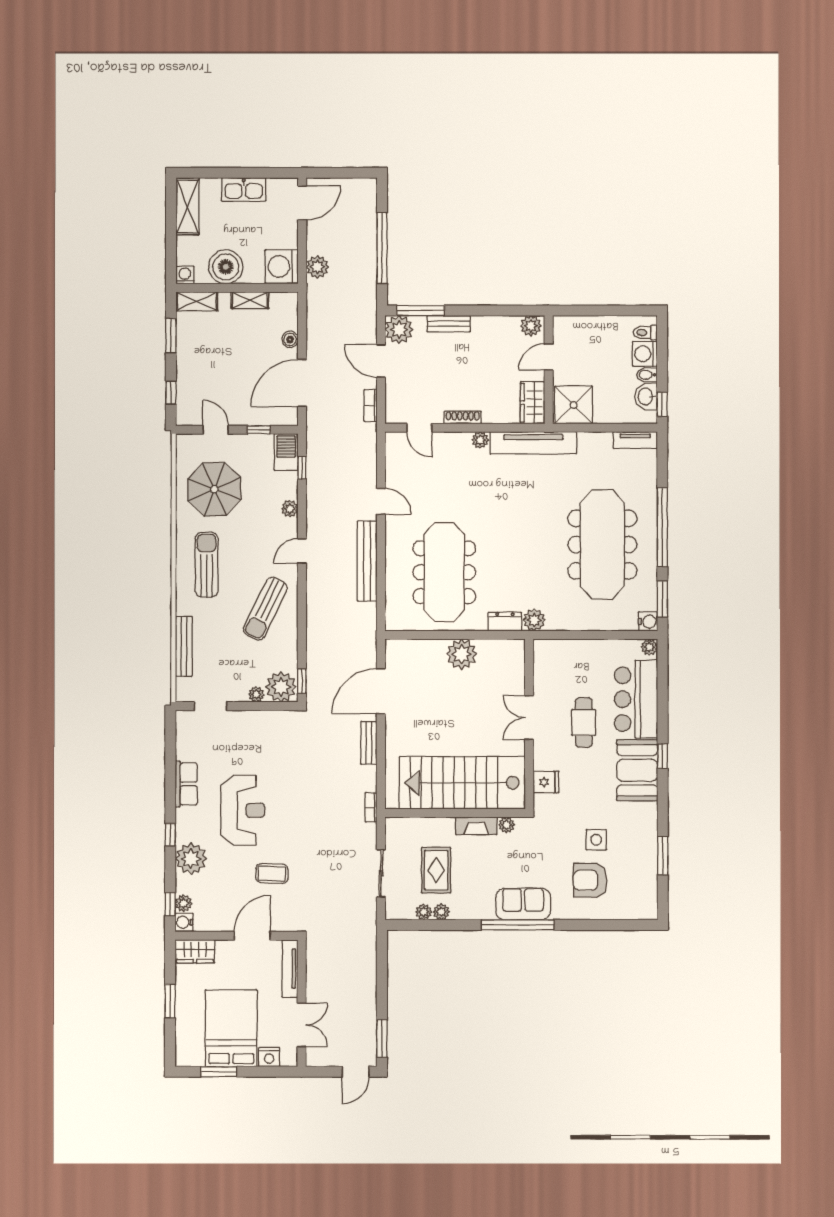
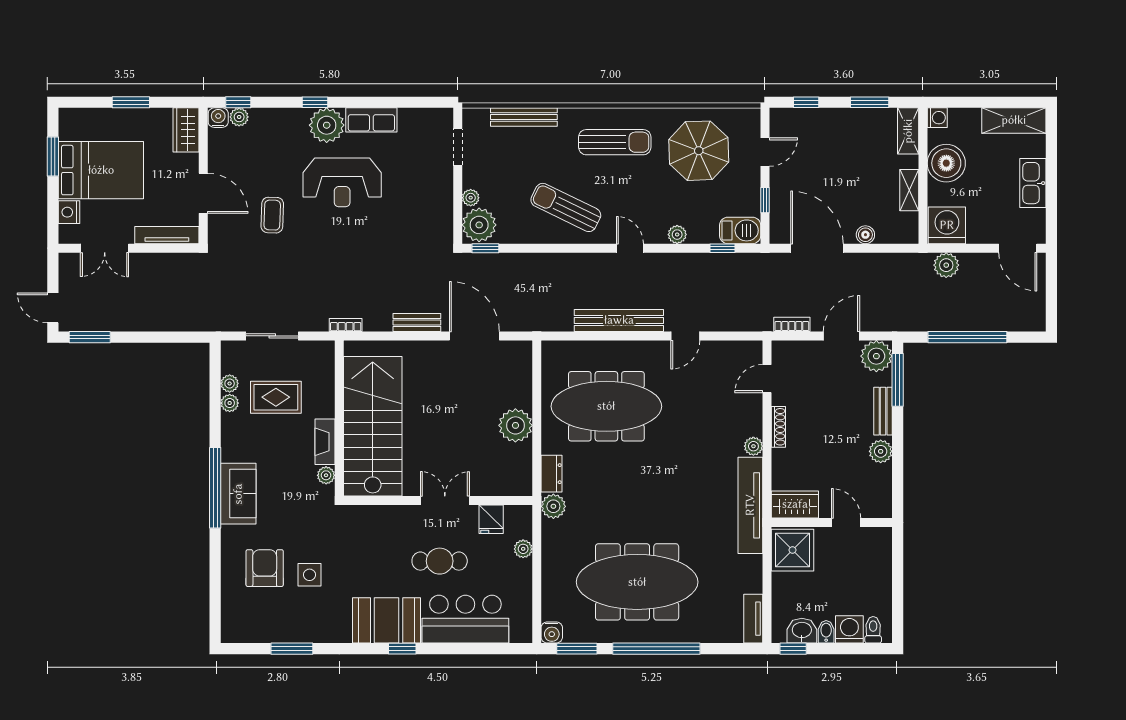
plant: (531, 326) -> (881, 451), moved
plant: (649, 647) -> (523, 549), moved
fridge: (546, 782) -> (491, 519), moved
plant: (191, 859) -> (327, 125), moved

